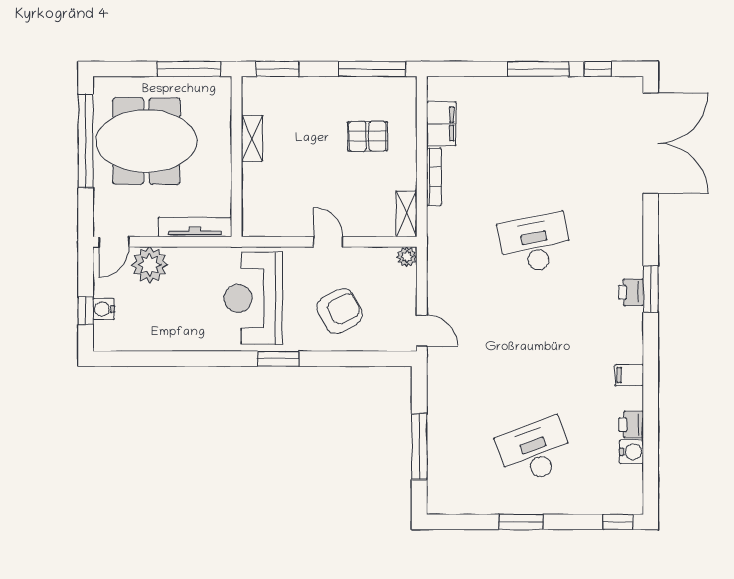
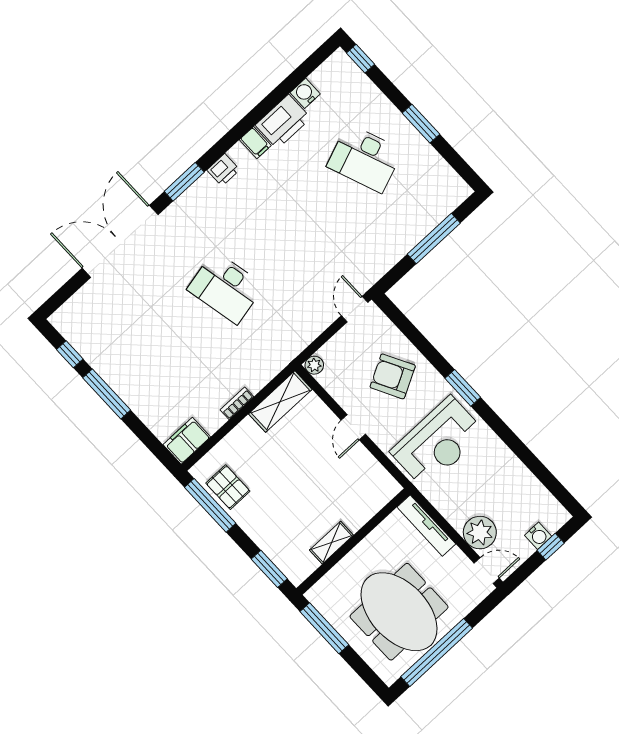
filing cabinet: (441, 124) -> (187, 441), moved
pallet: (367, 136) -> (228, 487), moved
double door: (651, 143) -> (120, 241), moved
bookcase: (434, 177) -> (237, 403), width x0.64
shelving: (406, 214) -> (280, 402), width x1.50, depth x1.33
printer: (631, 292) -> (223, 170), moved
printer: (631, 425) -> (283, 122), width x1.87, depth x1.48

